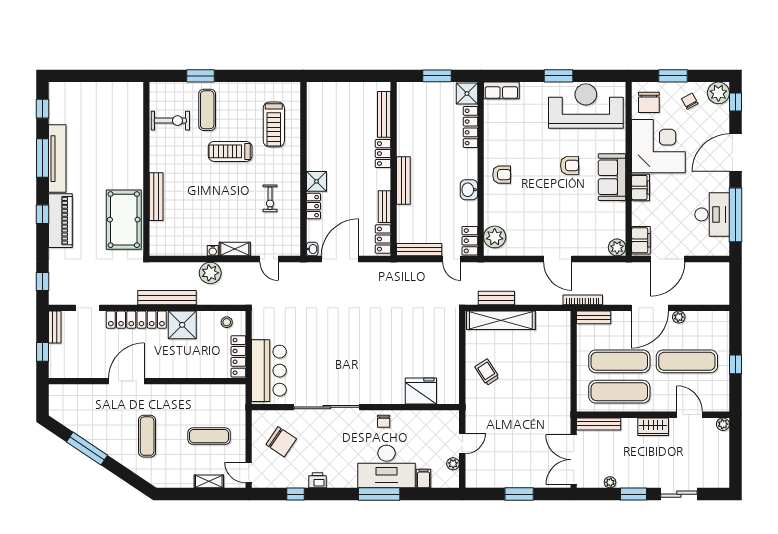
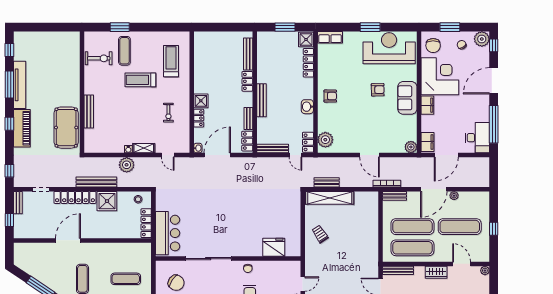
treadmill: (274, 124) -> (171, 61), turned 180
desk: (712, 214) -> (477, 138), moved

